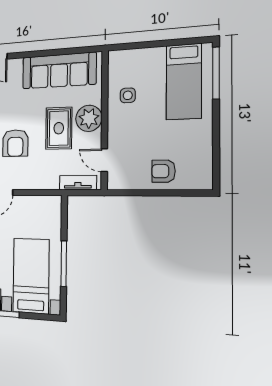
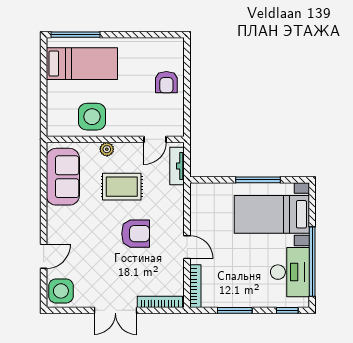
sofa: (59, 71) -> (63, 177), width x0.73
side table: (128, 95) -> (92, 117), width x1.87, depth x1.87
plant: (89, 118) -> (107, 149), width x0.53, depth x0.53

